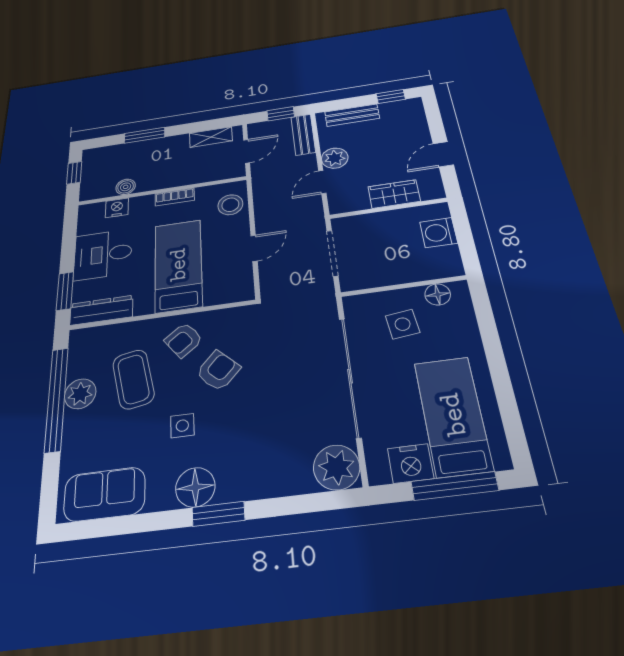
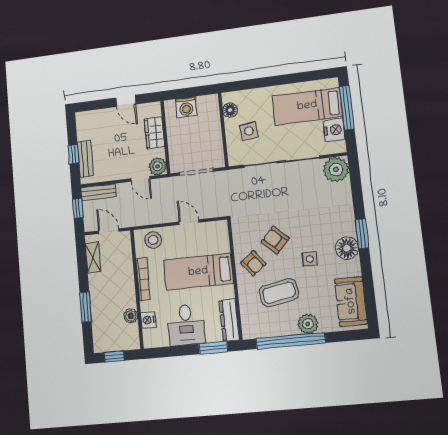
window: (391, 96) -> (74, 154), moved
plant: (335, 158) -> (158, 166), moved
bookcase: (175, 197) -> (143, 279), width x1.56
plant: (80, 394) -> (308, 324), moved

